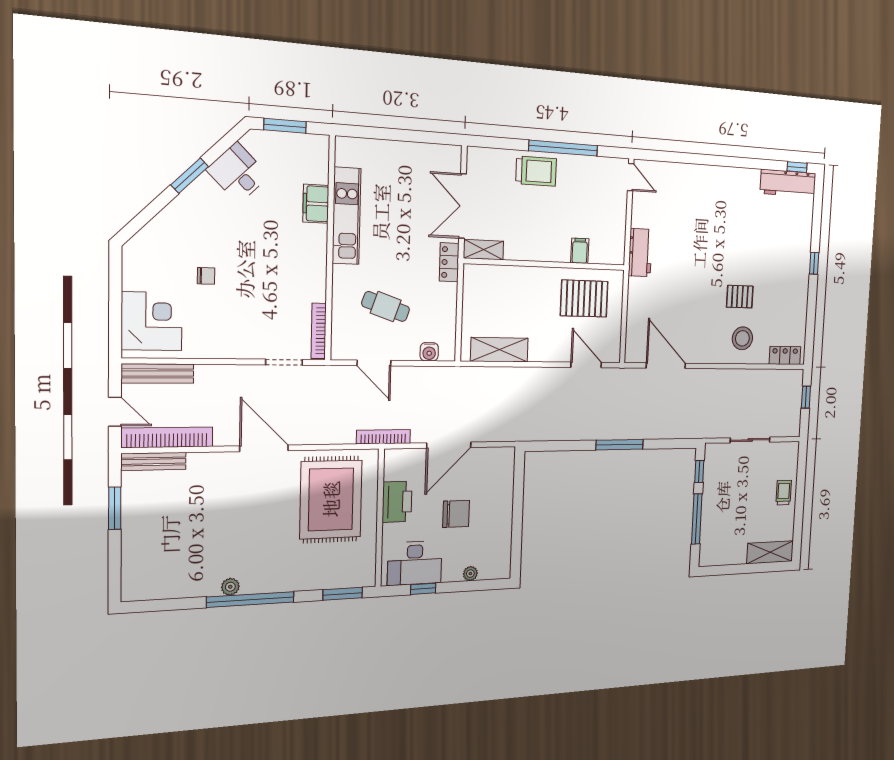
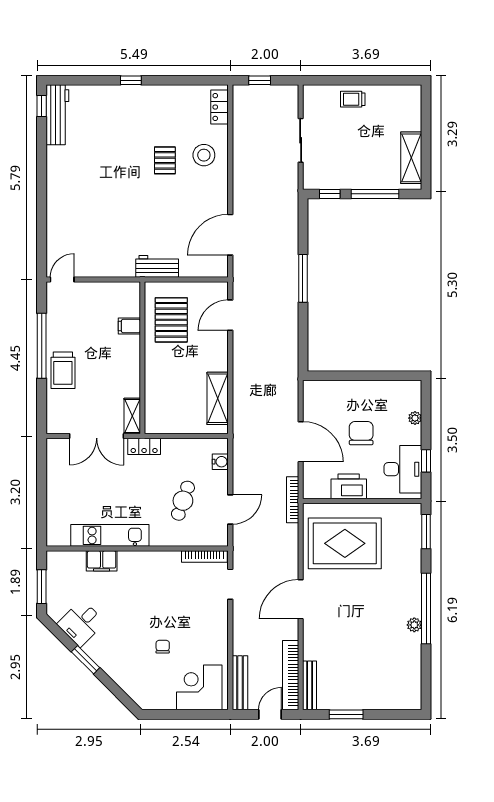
trolley: (536, 171) -> (63, 370), turned 180
workbench: (640, 253) -> (157, 266), moved
shelving: (770, 552) -> (411, 158), moved

